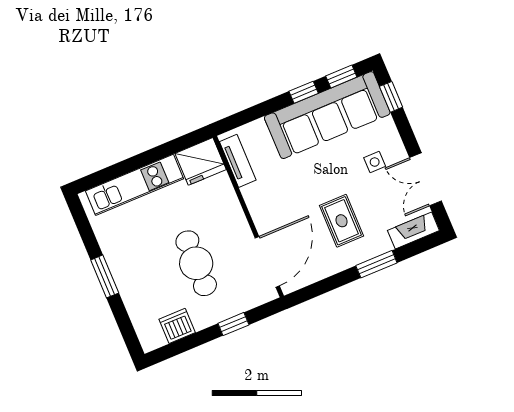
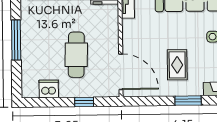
door: (267, 262) -> (121, 72), hinge flipped
window: (105, 276) -> (16, 40), width x1.44

